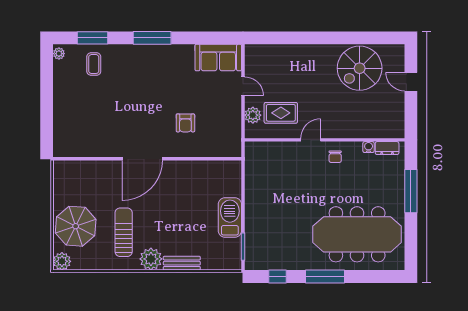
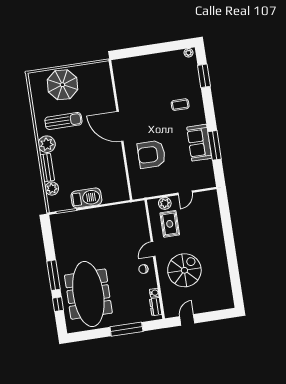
window: (152, 38) -> (215, 145), moved
sofa: (218, 58) -> (199, 143), moved
coffee table: (94, 64) -> (180, 105), moved
spiral stairs: (360, 68) -> (184, 270), moved, turned 90
door: (411, 82) -> (187, 320), moved
armchair: (185, 123) -> (151, 154), width x1.88, depth x1.88
door: (311, 140) -> (153, 249), swing flipped
plant: (62, 261) -> (52, 189), moved
window: (277, 277) -> (58, 304), moved

